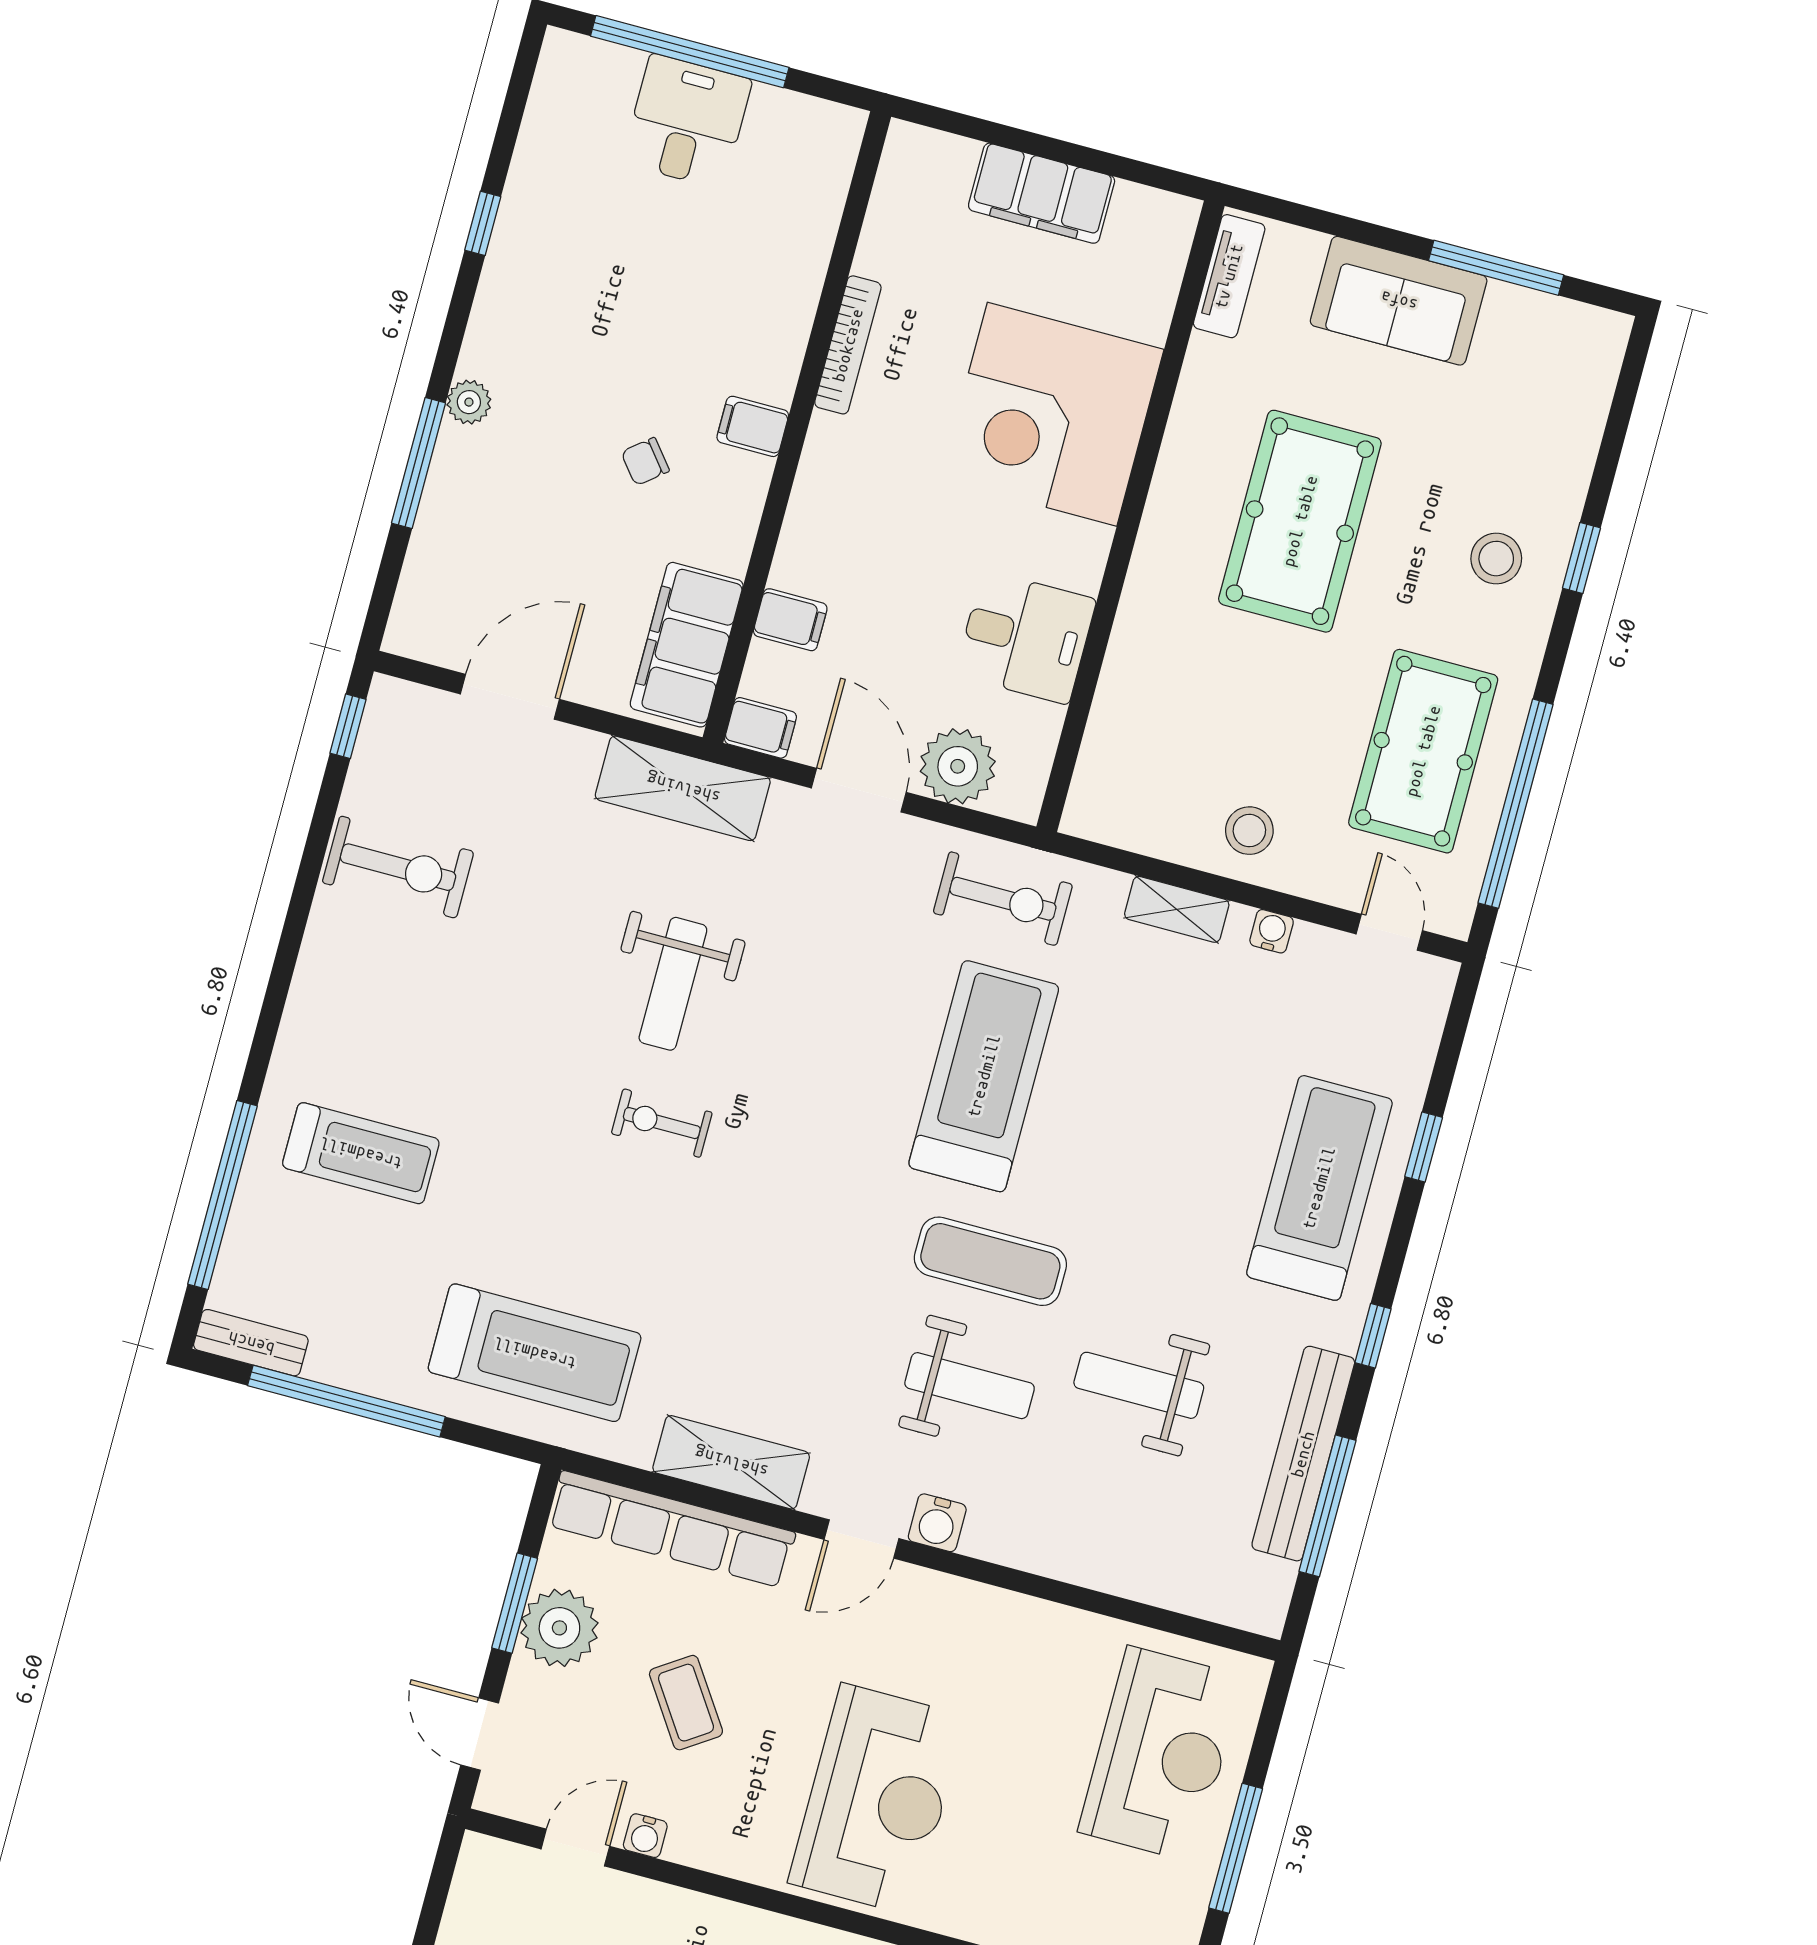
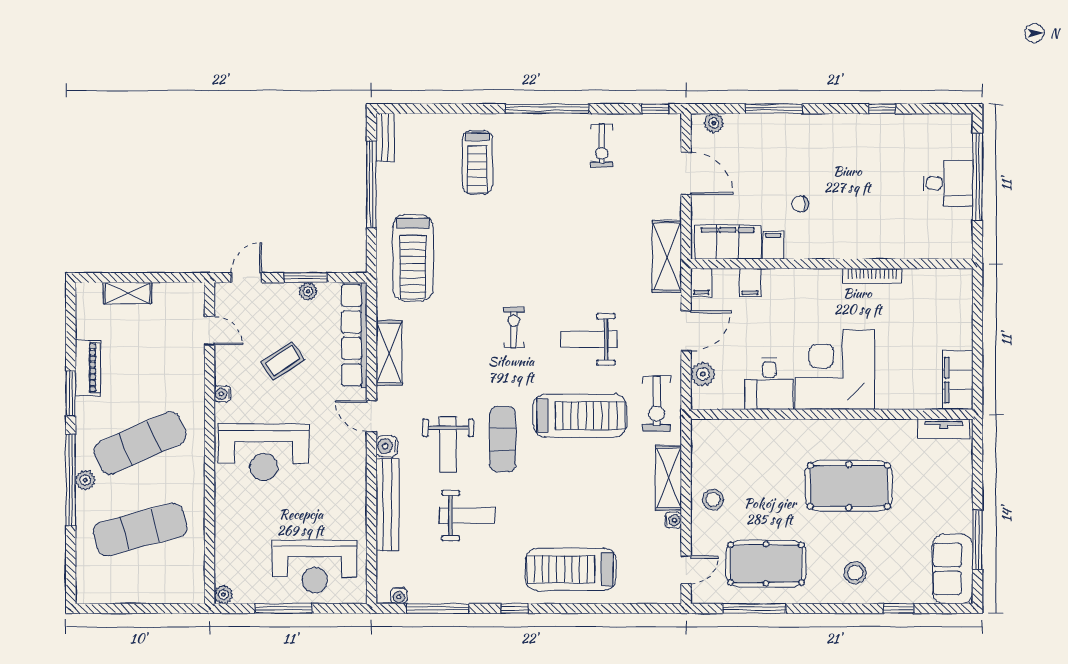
filing cabinet: (1042, 193) -> (958, 380), moved
sofa: (1399, 301) -> (953, 569), moved
plant: (469, 402) -> (714, 123), moved
corner desk: (1052, 414) -> (835, 370), moved
filing cabinet: (753, 426) -> (773, 245), moved
chair: (645, 462) -> (800, 204), turned -51
window: (1581, 558) -> (898, 608), moved
plant: (958, 766) -> (703, 374), width x0.73, depth x0.73
window: (1516, 804) -> (754, 608), width x0.68
exercise bike: (398, 867) -> (602, 146), width x0.73, depth x0.72
shelving: (1177, 909) -> (668, 478), width x1.50, depth x1.33
weight bench: (673, 984) -> (589, 339), moved
exercise bike: (662, 1123) -> (514, 328), moved
window: (1424, 1147) -> (600, 608), removed
treadmill: (1319, 1188) -> (571, 569), turned 180
window: (222, 1195) -> (547, 109), moved
weight bench: (1139, 1385) -> (467, 516), turned 90
bench: (1303, 1454) -> (387, 505), moved, turned 90
water cooler: (1276, 1585) -> (399, 596), added
plant: (559, 1628) -> (308, 291), width x0.53, depth x0.53
water cooler: (645, 1836) -> (222, 394), moved

